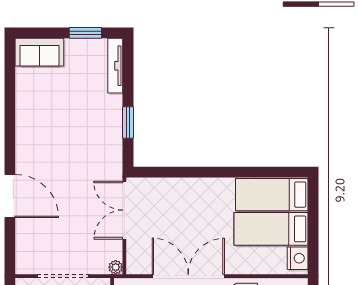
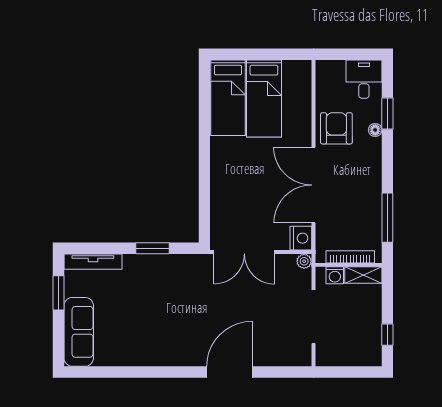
sofa: (39, 52) -> (79, 332), width x1.36
nightstand: (298, 258) -> (301, 238), moved, turned 90

